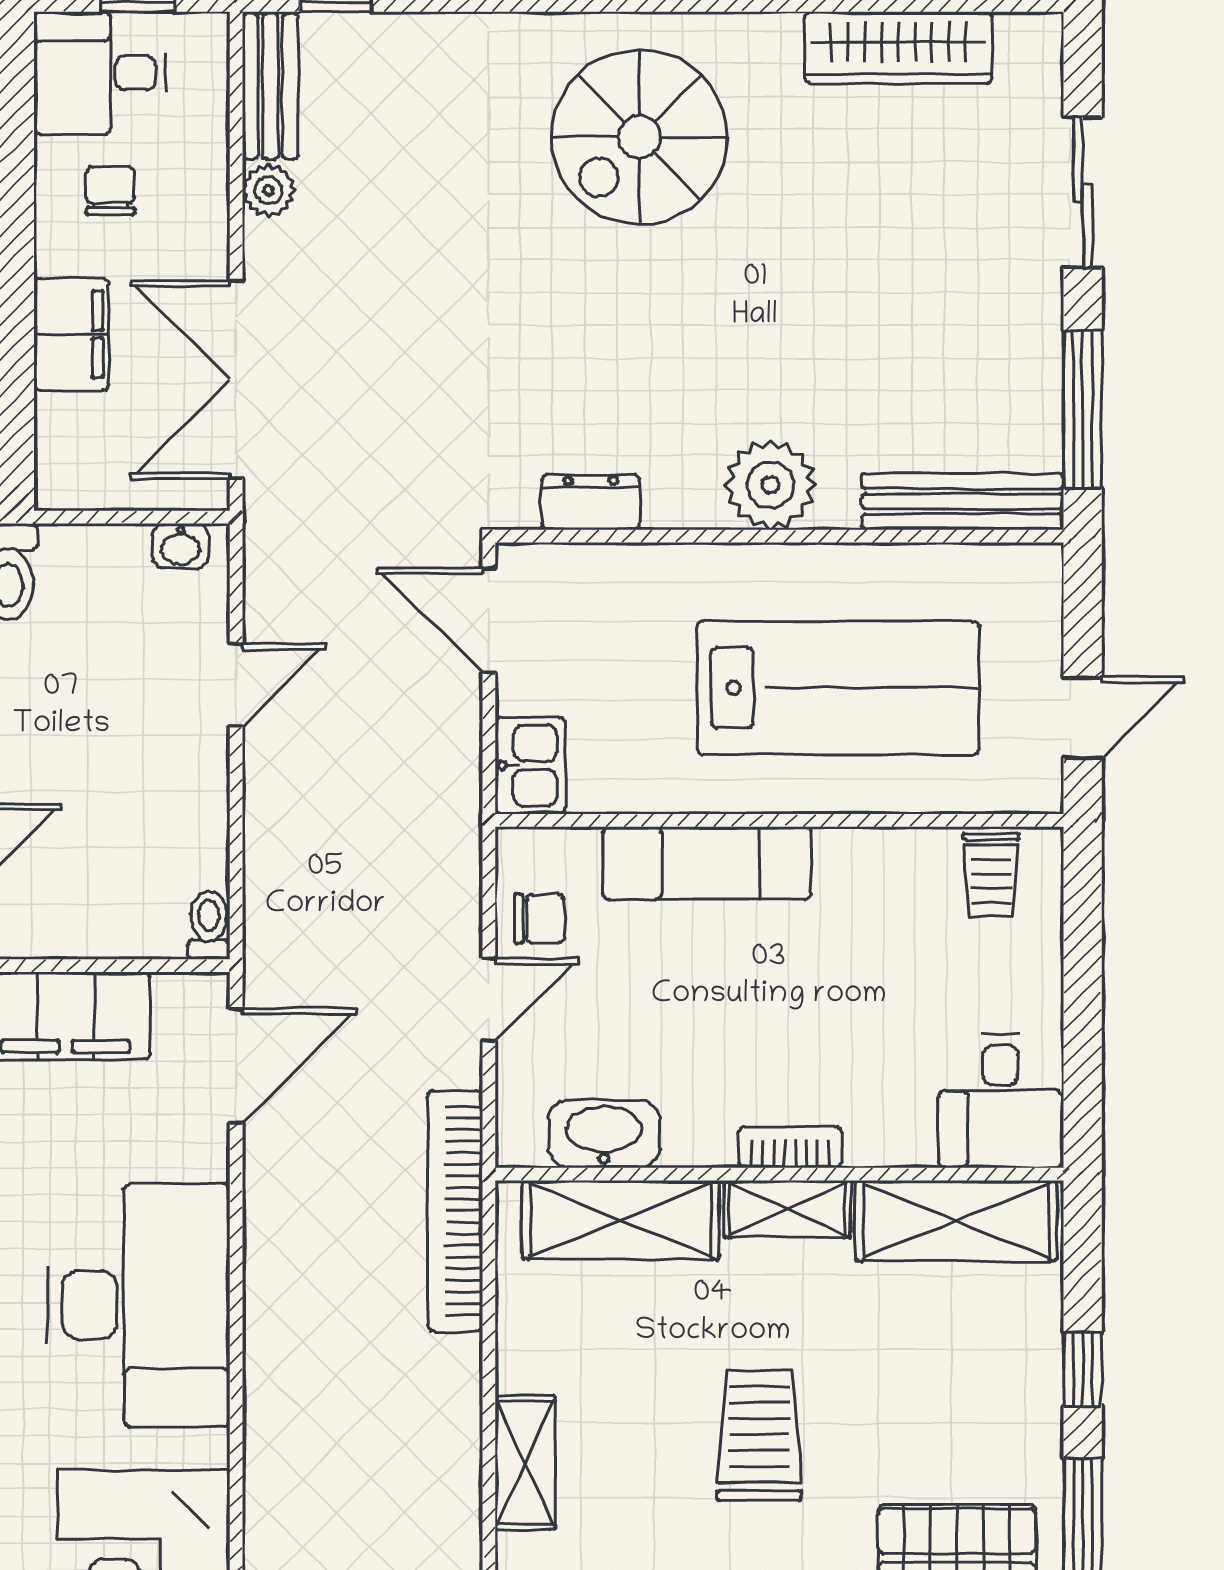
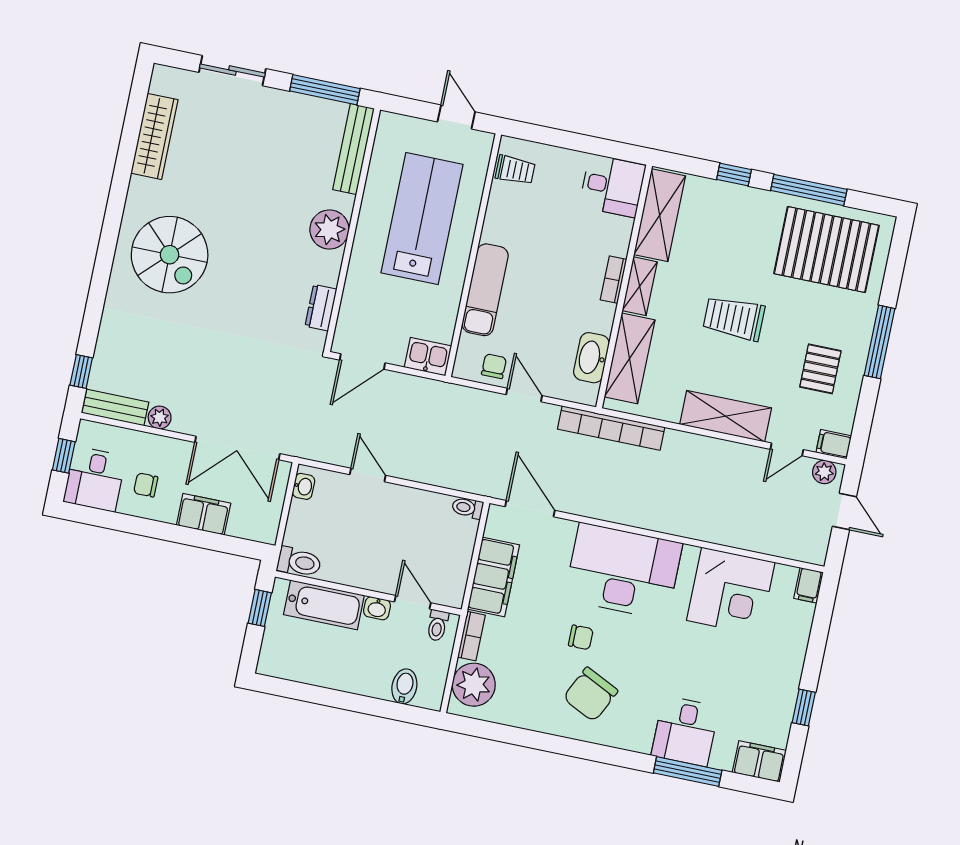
shelving: (525, 1463) -> (726, 416), width x1.50, depth x1.33

